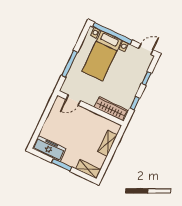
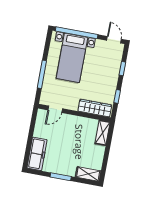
door: (146, 49) -> (114, 40), hinge flipped
shelving: (107, 143) -> (102, 133), moved
freezer: (49, 148) -> (37, 154), moved, turned 90

